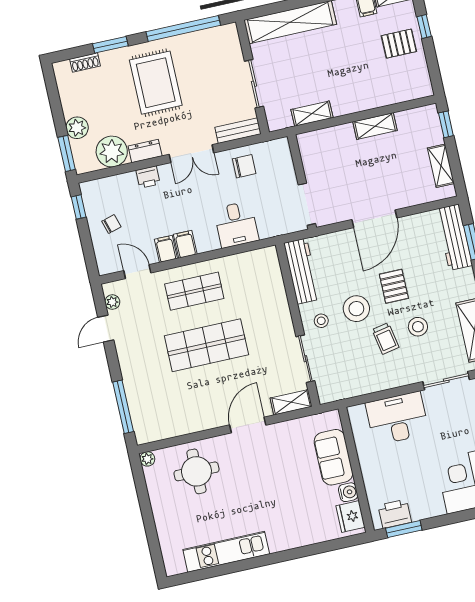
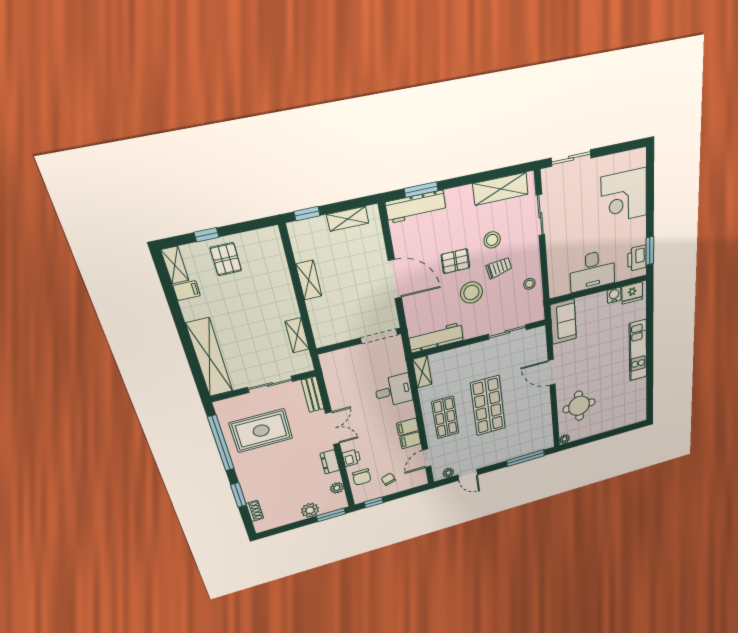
rug: (156, 83) -> (261, 431), moved
plant: (112, 152) -> (337, 488), width x0.53, depth x0.53
chair: (244, 166) -> (362, 477), moved, turned 180
stool: (321, 321) -> (529, 284), moved
shelving: (291, 402) -> (422, 372), moved
desk: (397, 418) -> (592, 271), moved, turned -90
sofa: (334, 457) -> (563, 322), moved, turned -90
kitchen unit: (226, 552) -> (638, 350), moved

